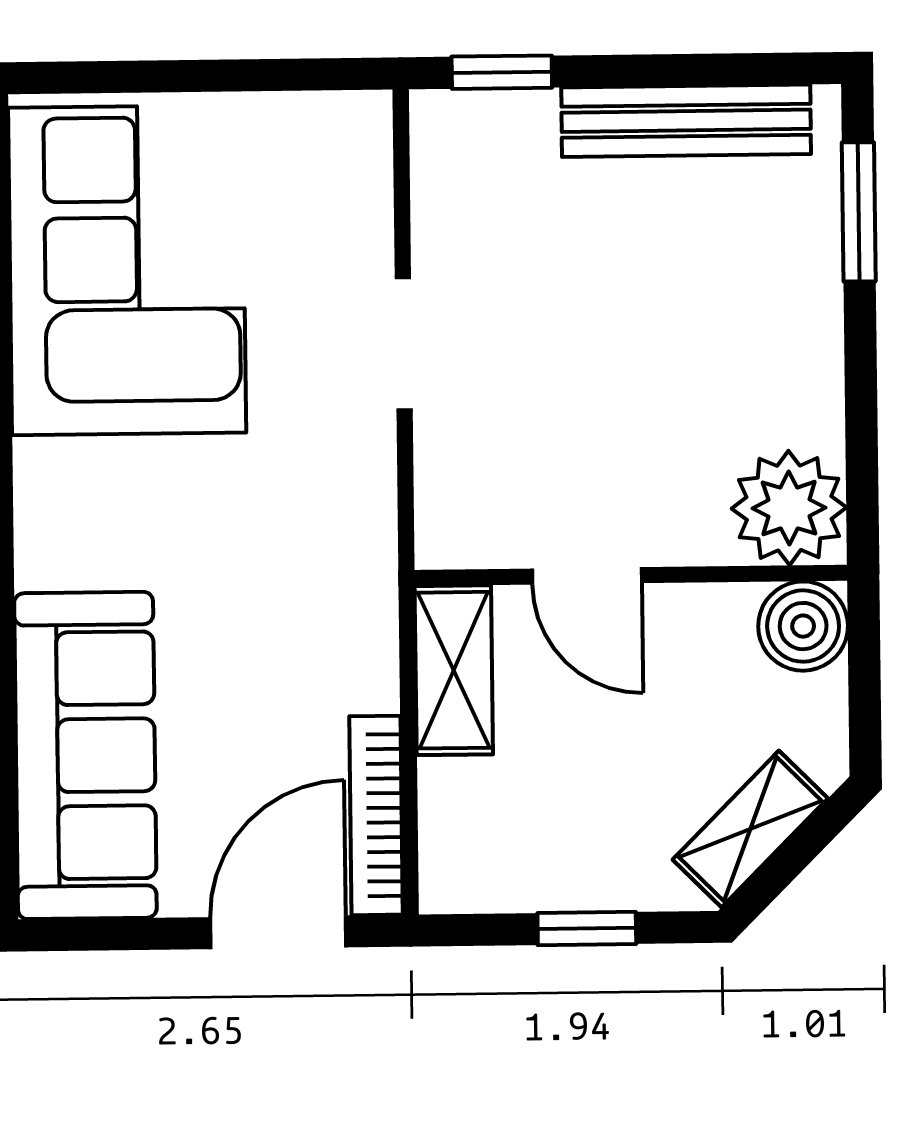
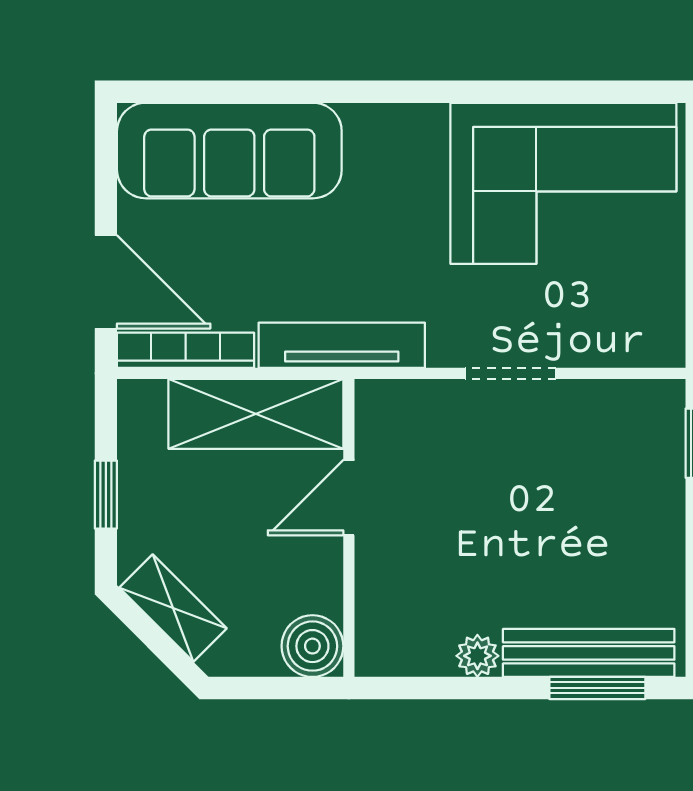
bench: (686, 121) -> (589, 653), moved, turned 90
plant: (789, 508) -> (477, 656), moved, width x0.53, depth x0.53
tv unit: (366, 589) -> (342, 345), added
shelving: (454, 670) -> (256, 414), width x1.50, depth x1.33

